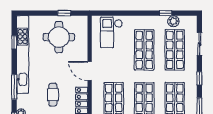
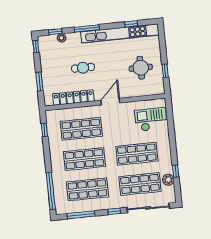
round table: (59, 37) -> (141, 68), width x0.73, depth x0.73
sliding door: (199, 44) -> (148, 208), width x1.86

